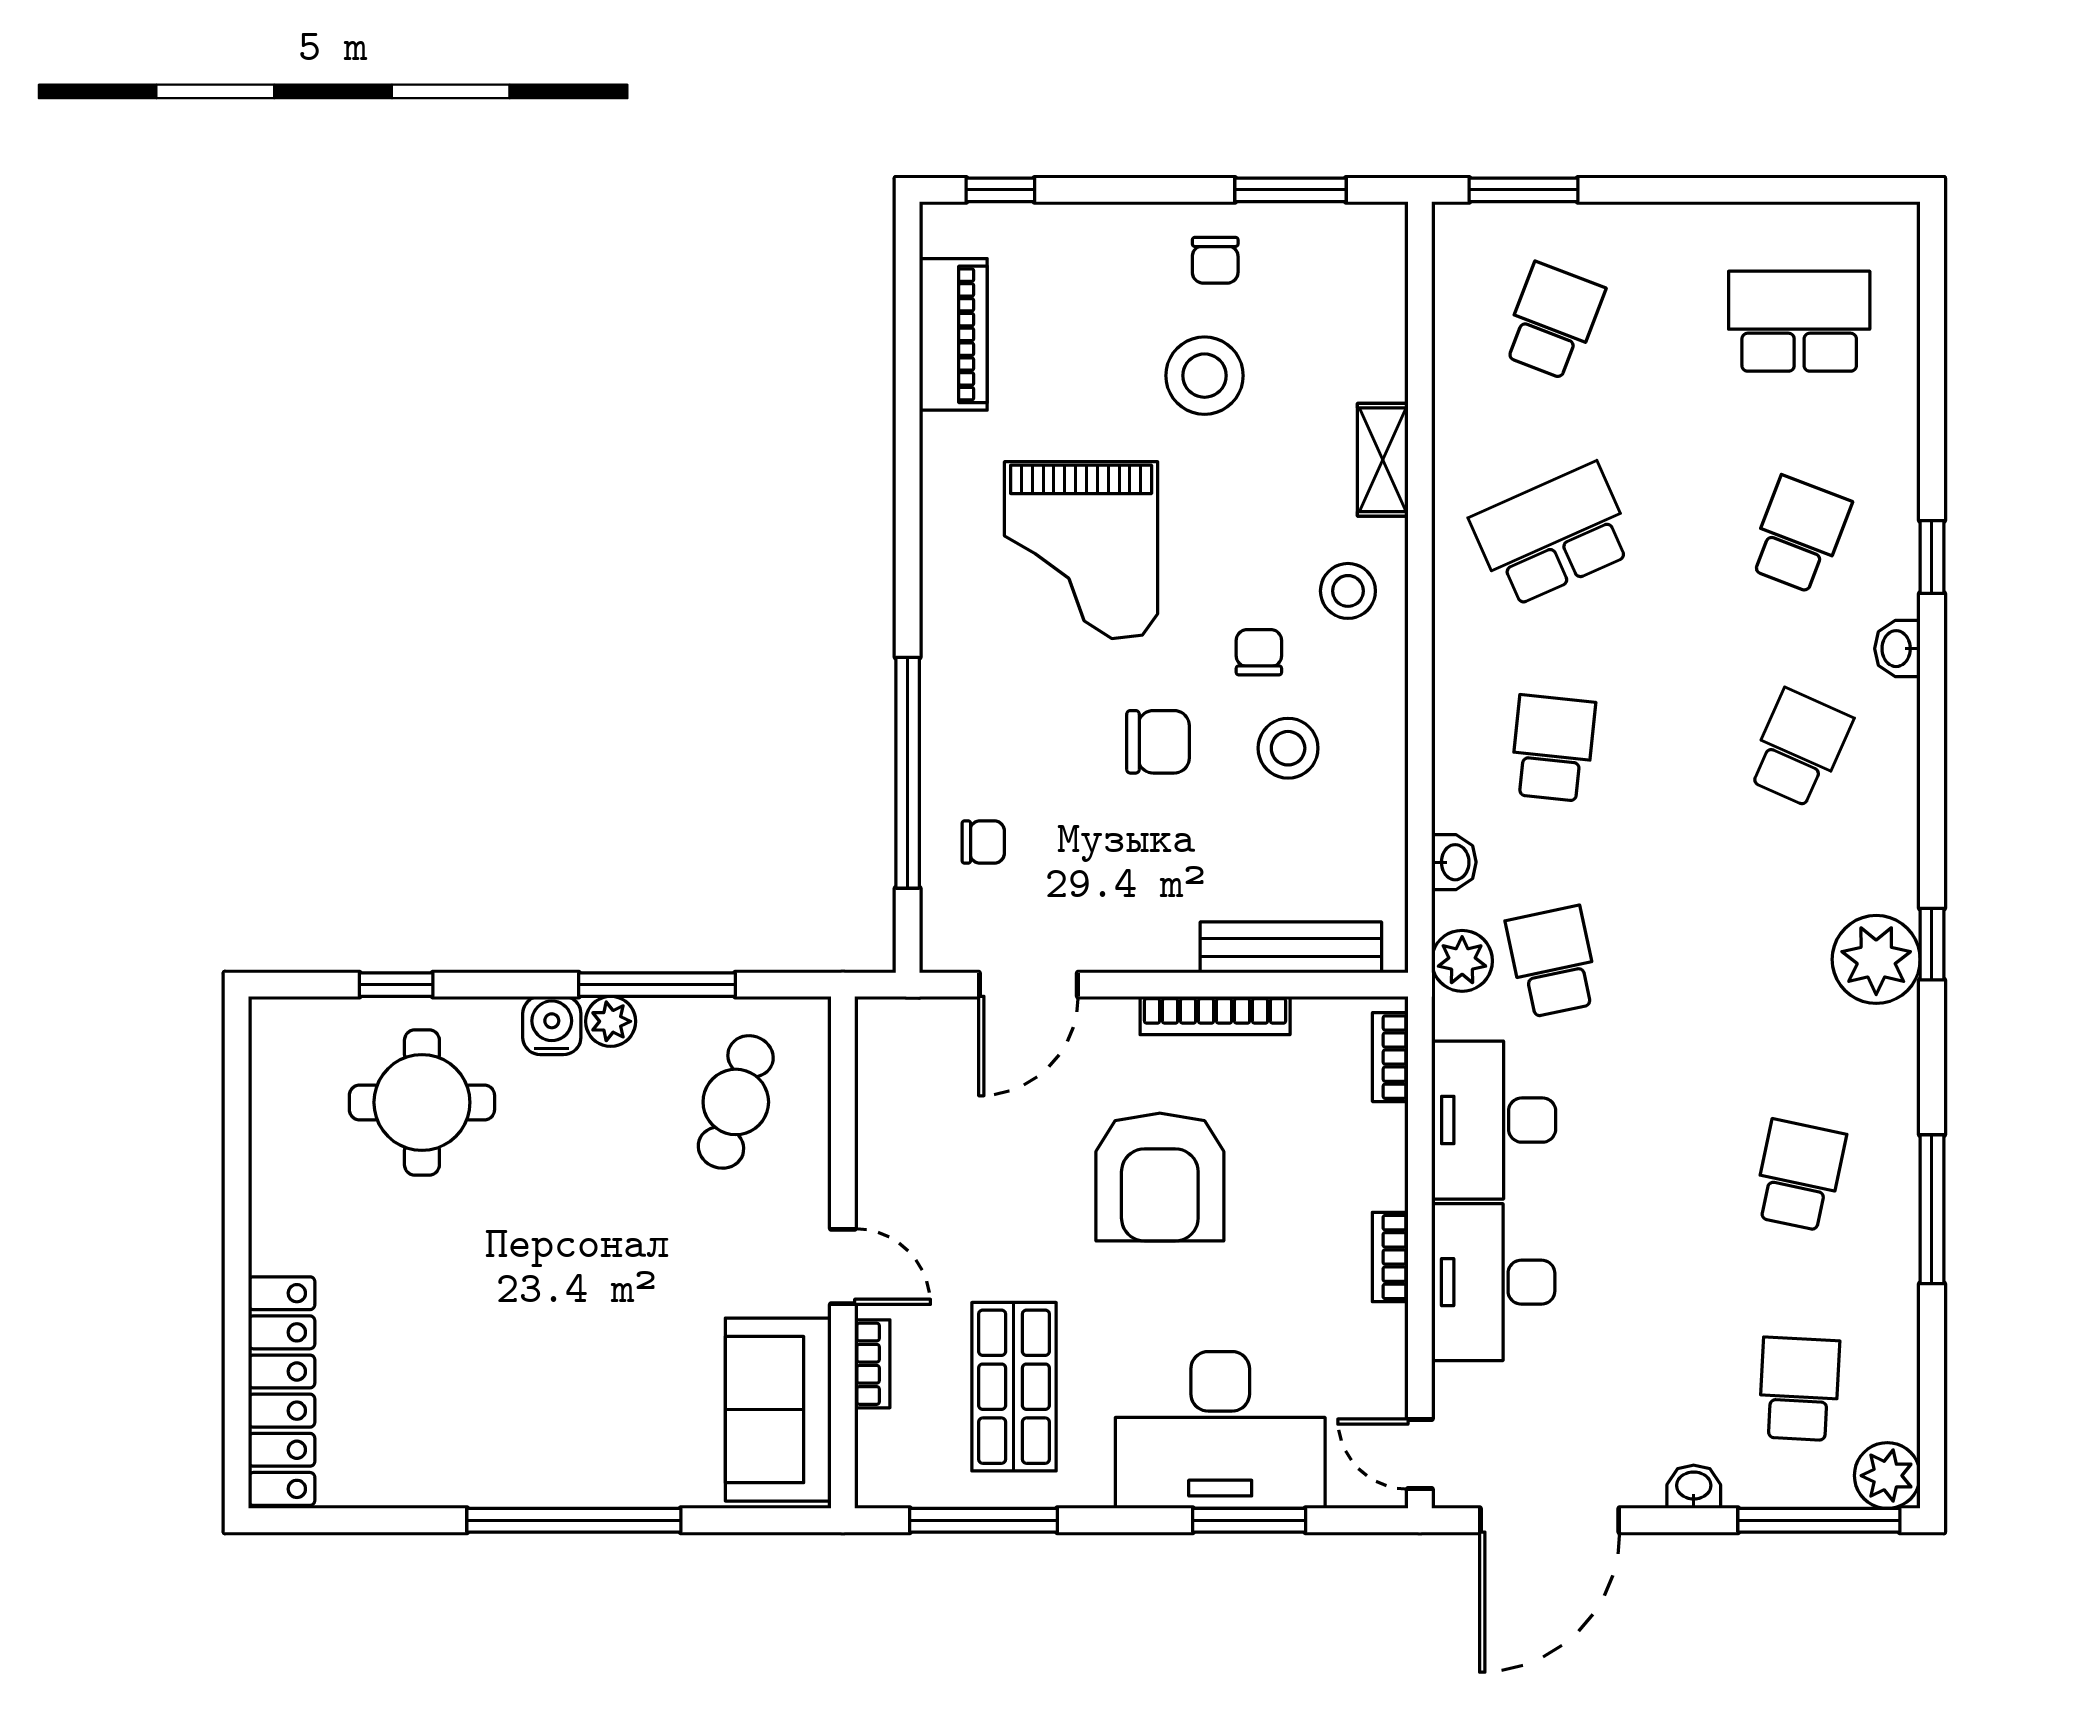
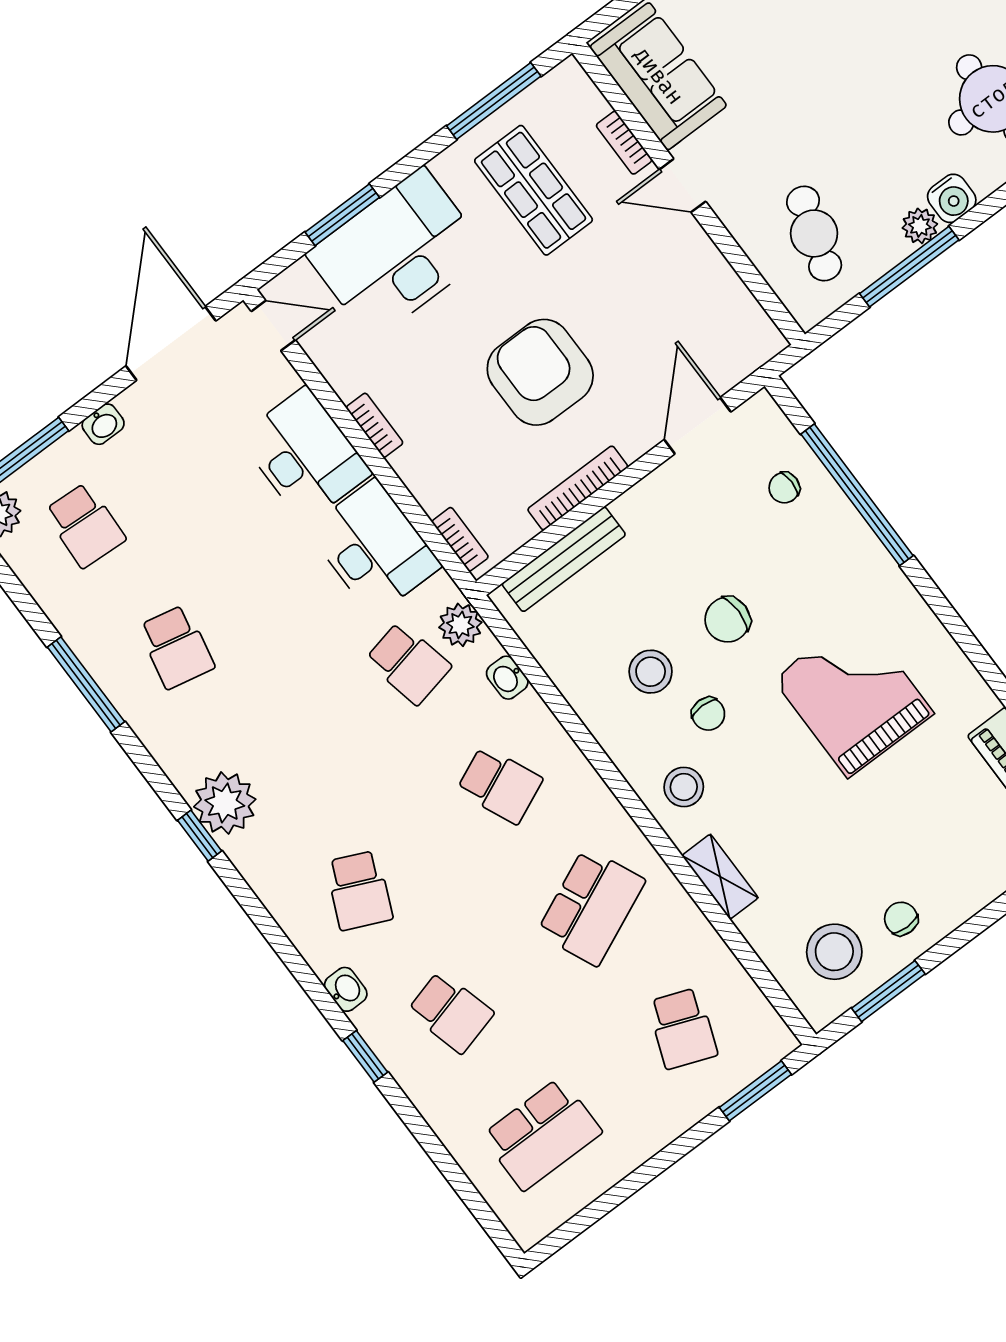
stool: (1205, 376) -> (834, 952), moved
school desk: (1799, 535) -> (451, 1012), turned -36
school desk: (1553, 748) -> (500, 785), turned -30

